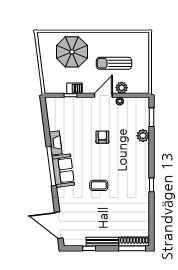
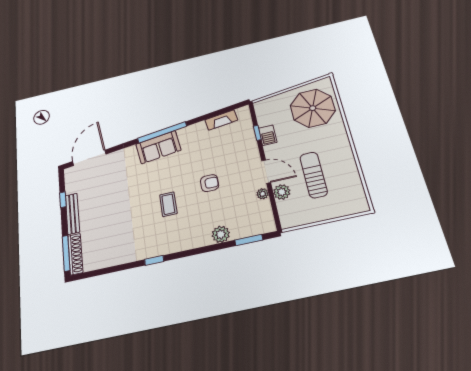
parasol: (72, 52) -> (313, 108), moved
fireplace: (56, 143) -> (221, 120), moved
coffee table: (99, 185) -> (168, 204), moved

